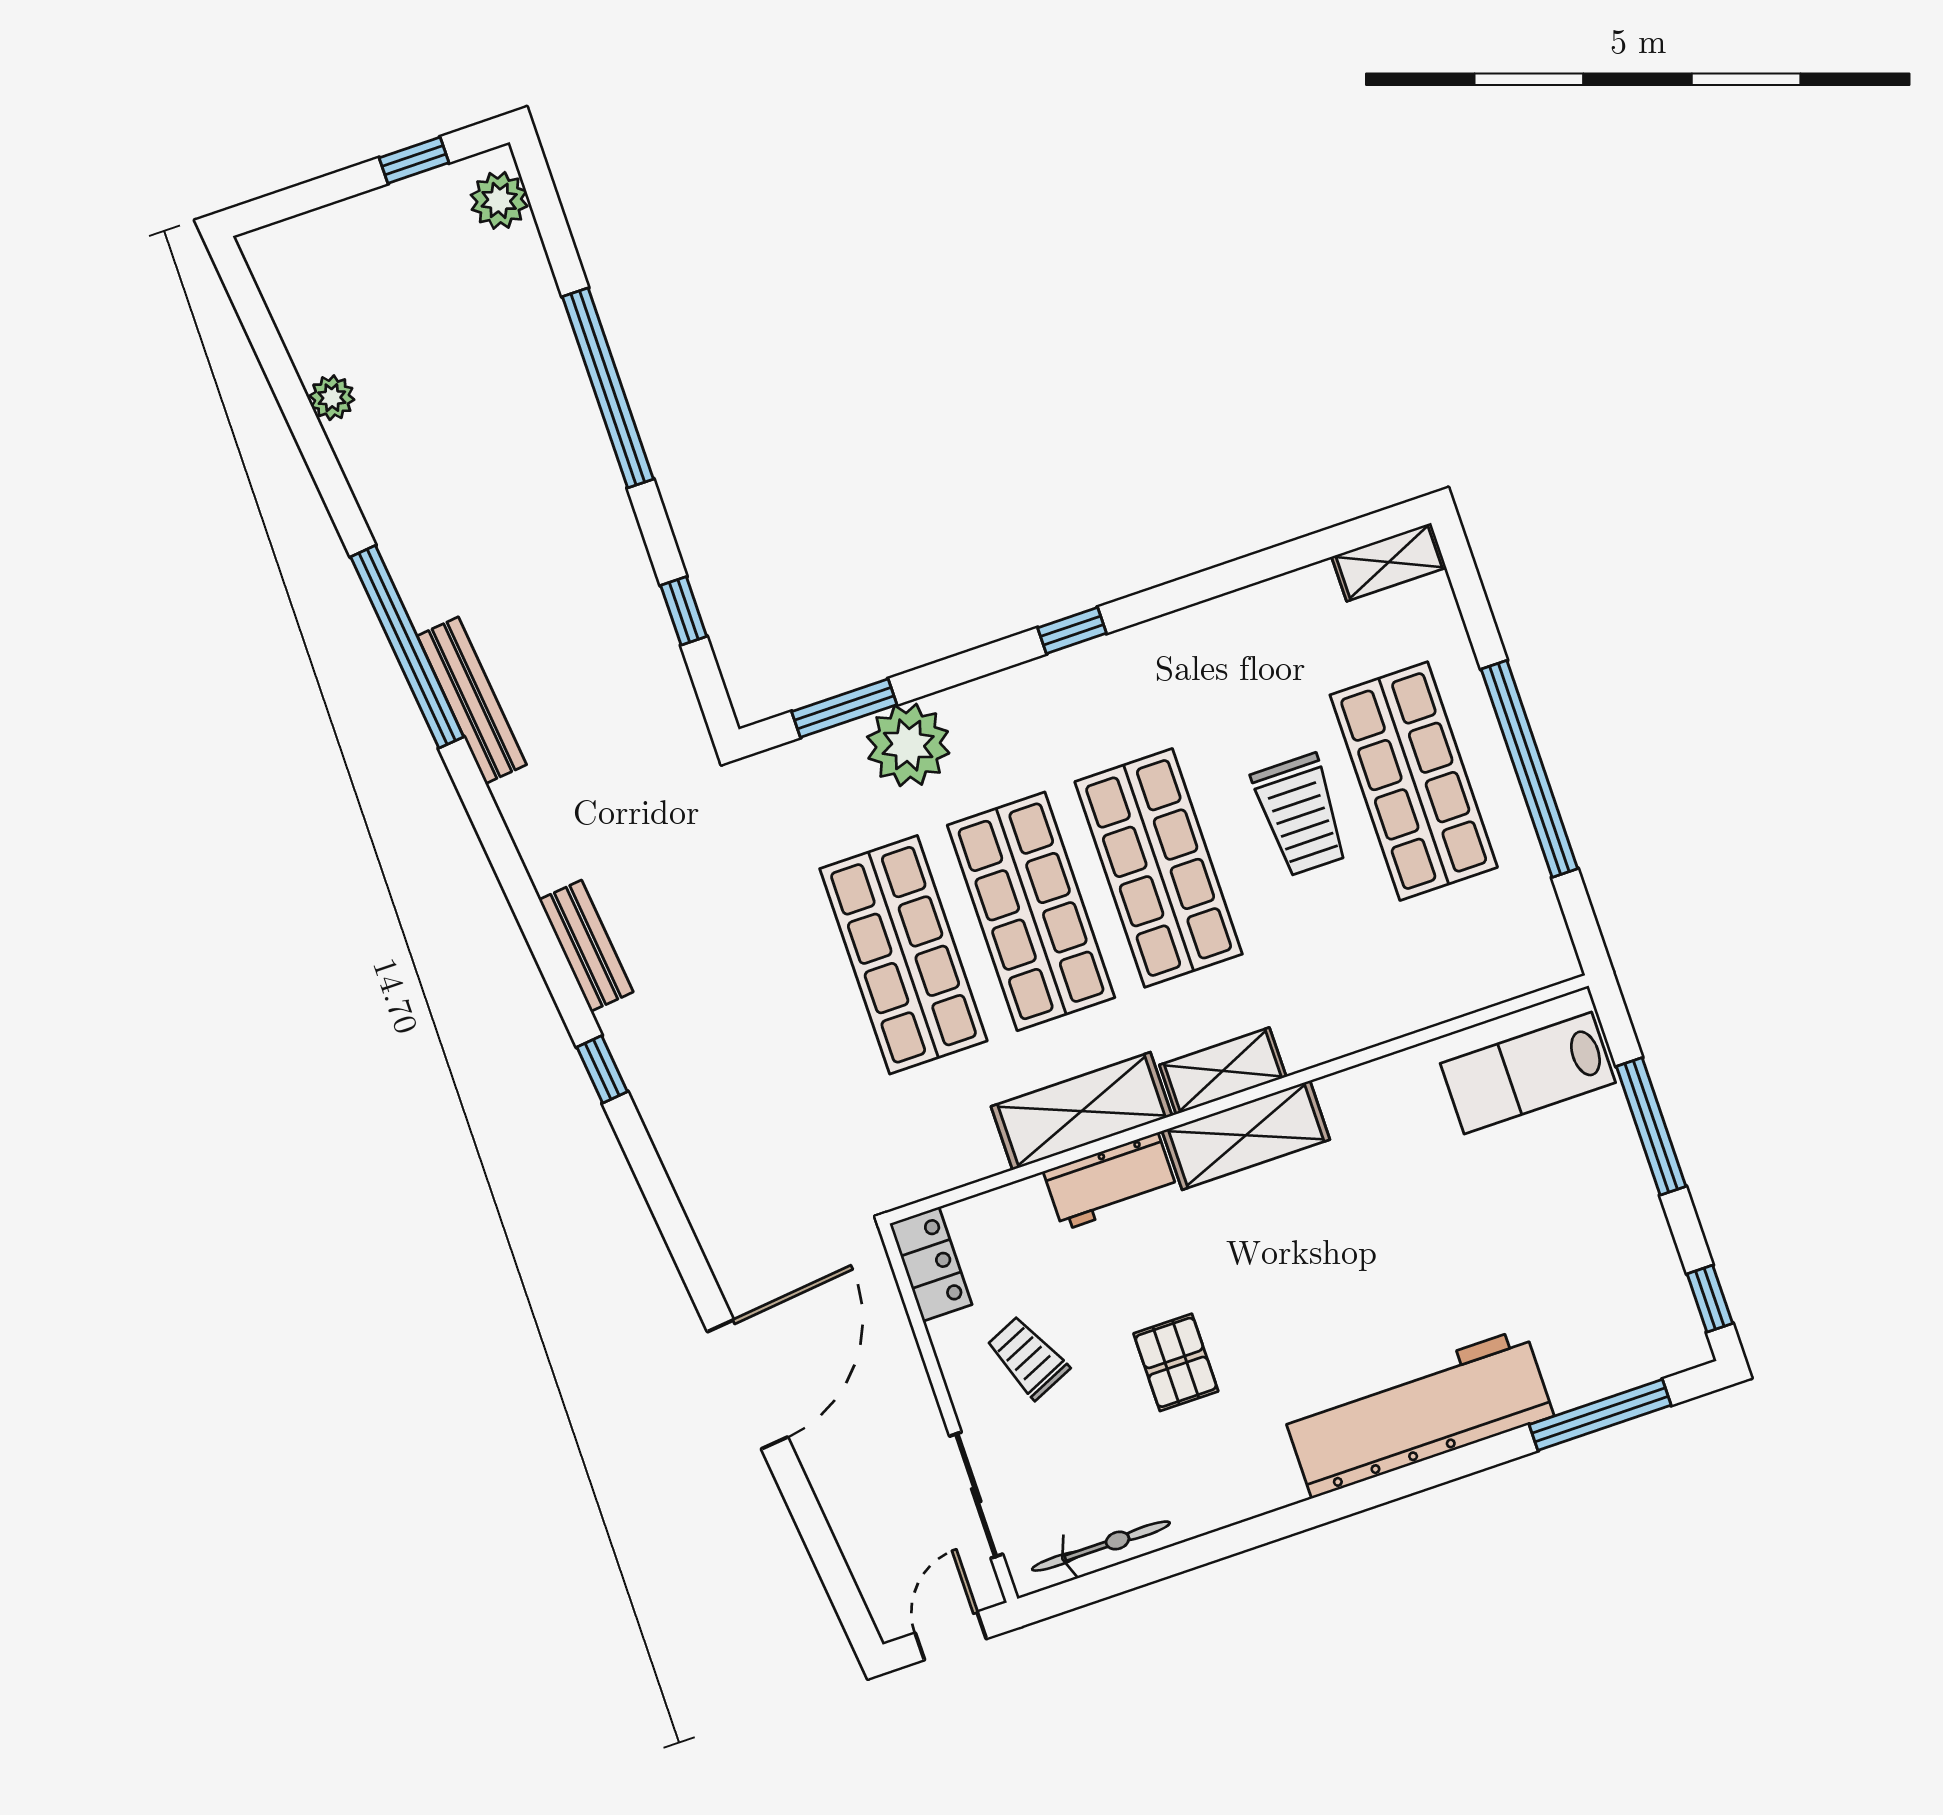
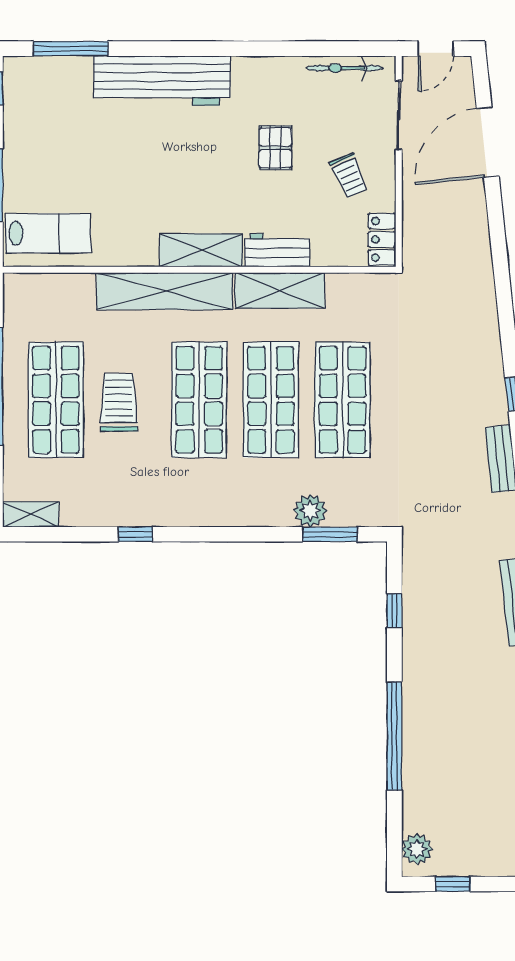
window: (1072, 631) -> (136, 534), moved
plant: (908, 745) -> (310, 511), width x0.73, depth x0.73
shelving: (1223, 1071) -> (165, 291), width x2.20, depth x1.33
door: (747, 1384) -> (488, 142), moved

